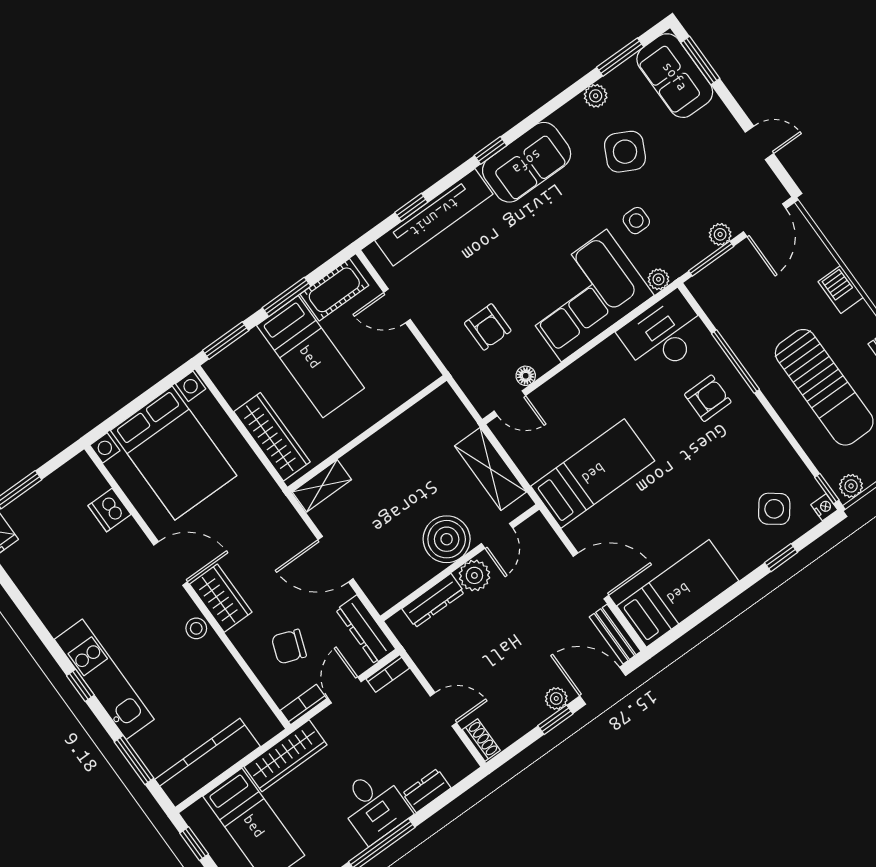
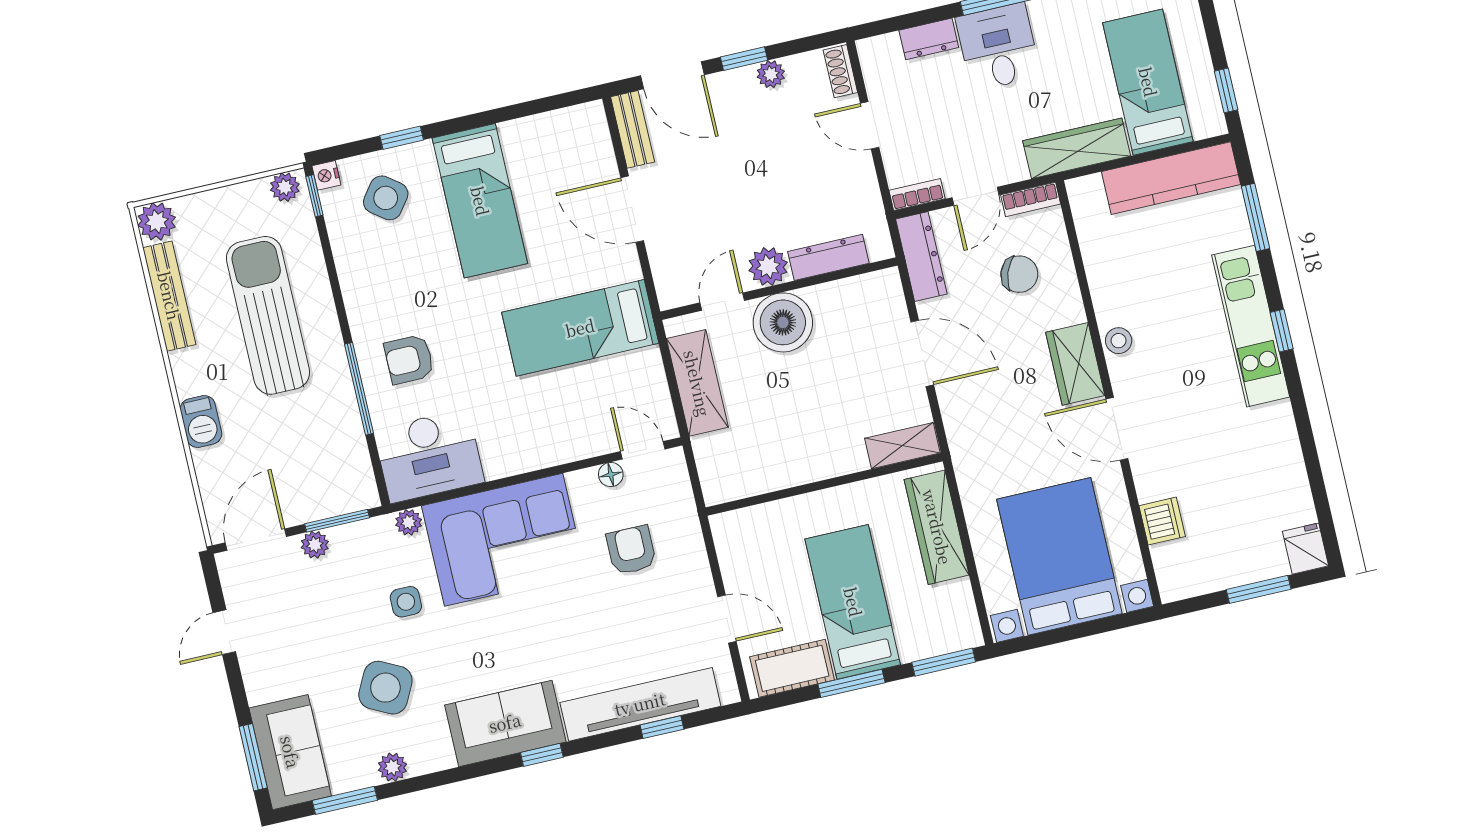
door: (759, 143) -> (224, 632), hinge flipped
bed: (678, 593) -> (480, 201), moved, turned -90
plant: (556, 699) -> (771, 74), moved

